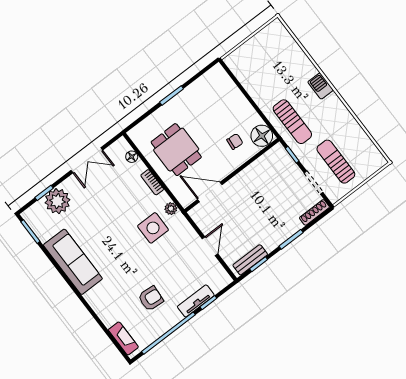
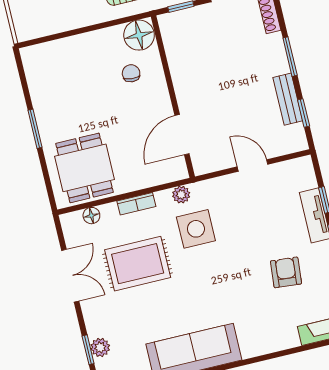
dining table: (176, 150) -> (85, 168), moved, turned 90
rug: (114, 200) -> (138, 264), added
plant: (57, 201) -> (100, 347), width x0.53, depth x0.53
bench: (250, 260) -> (288, 99), moved

